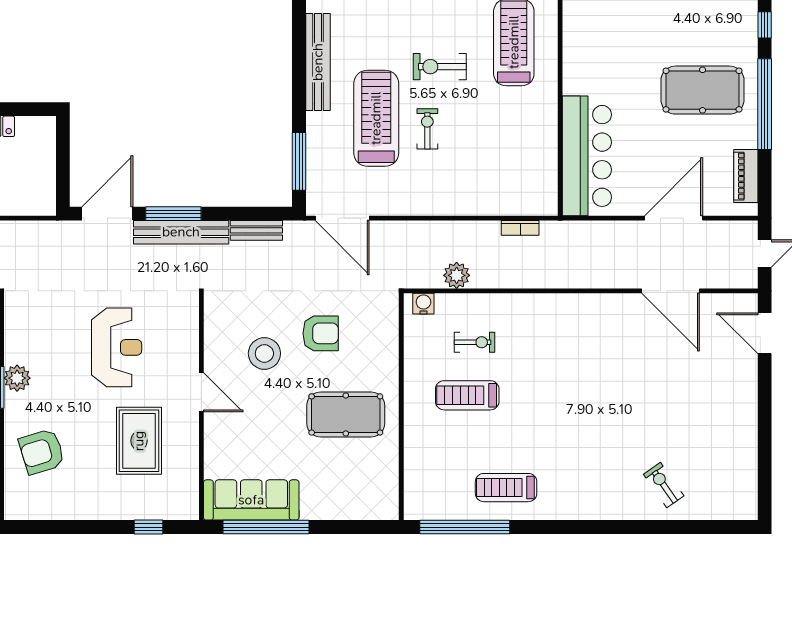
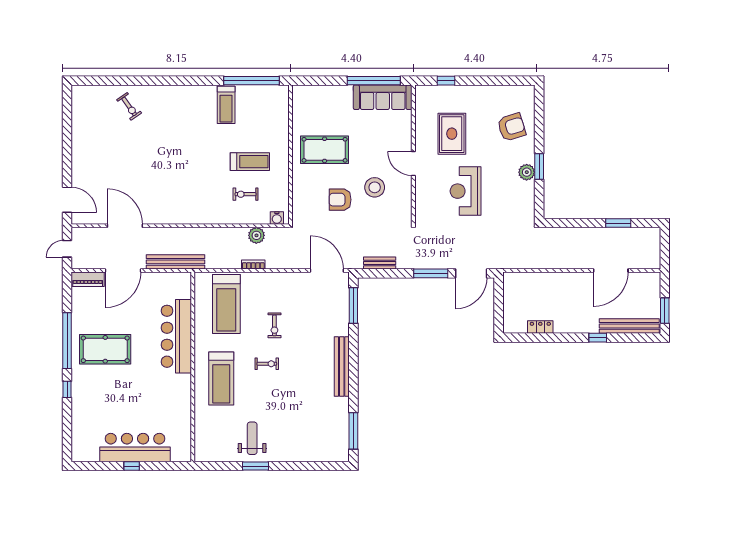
exercise bike: (440, 67) -> (267, 364), width x0.73, depth x0.72
treadmill: (376, 118) -> (226, 304), moved
bar counter: (587, 156) -> (176, 336), moved
piano: (746, 176) -> (88, 279), moved, turned 90
bookcase: (520, 228) -> (253, 265), moved
bench: (181, 232) -> (175, 262), moved
treadmill: (506, 488) -> (226, 105), turned 90

